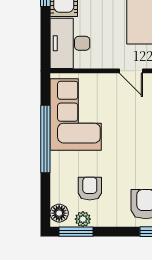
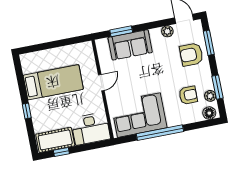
armchair: (90, 189) -> (188, 95), turned 180
window: (76, 232) -> (217, 87), moved

